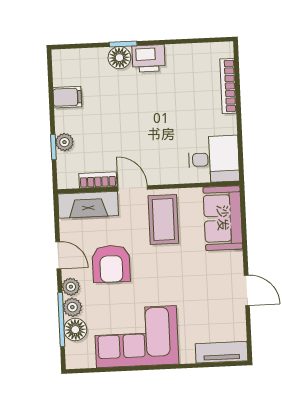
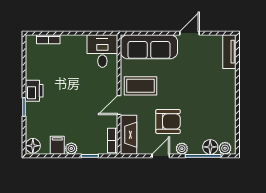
floor lamp: (119, 58) -> (33, 146), moved
bookcase: (228, 86) -> (48, 39), width x0.64
plant: (64, 142) -> (71, 148), moved
bookcase: (98, 180) -> (113, 140), moved
sofa: (223, 218) -> (149, 47), width x1.36
plant: (72, 307) -> (225, 148), moved
corner sofa: (136, 337) -> (217, 107), removed

